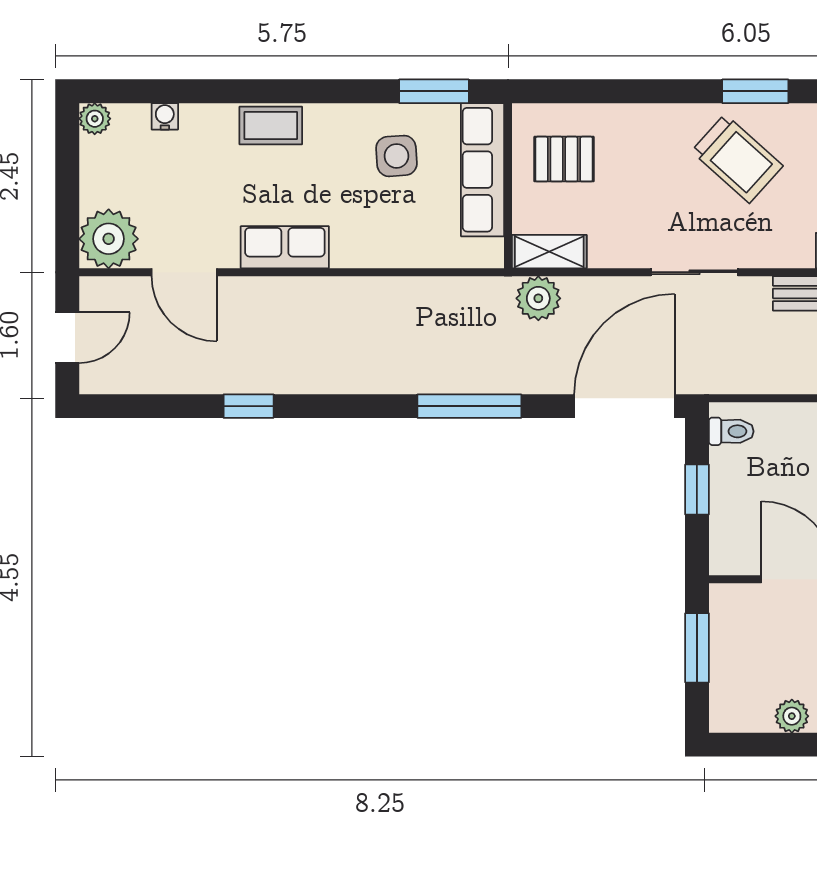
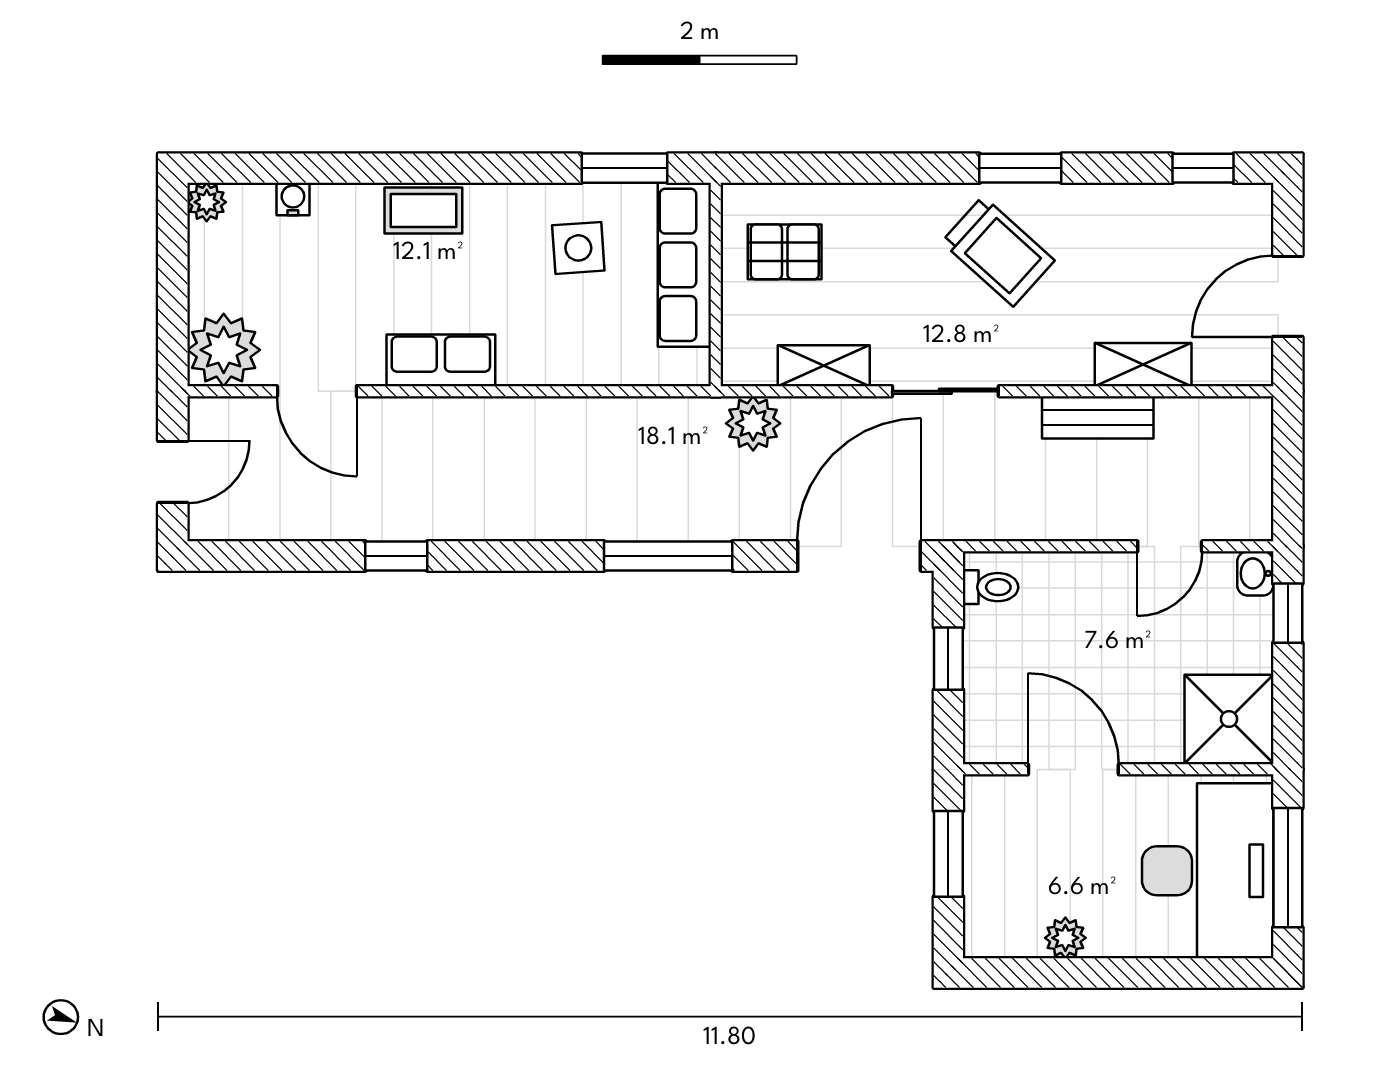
shelving: (549, 252) -> (824, 366), moved

